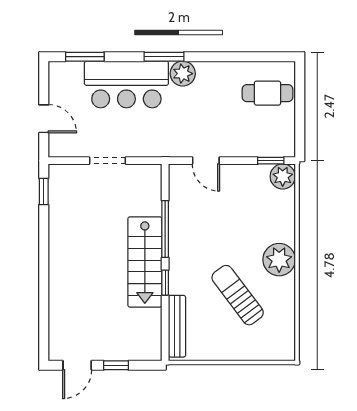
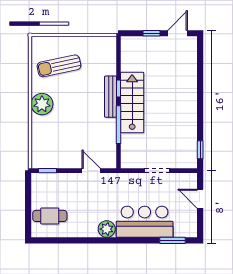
window: (164, 57) -> (119, 240), removed
plant: (283, 176) -> (40, 160), removed
sun lounger: (238, 295) -> (59, 66), moved, turned 115
bench: (177, 326) -> (111, 97), moved

